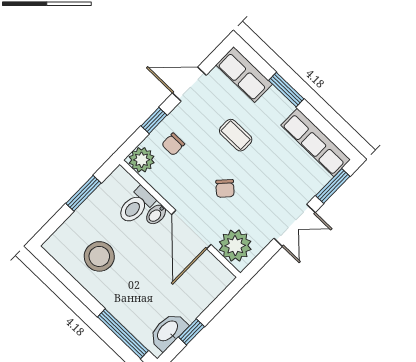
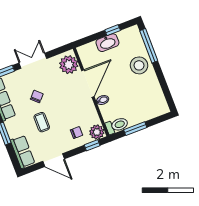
window: (154, 120) -> (92, 145), moved
chair: (225, 188) -> (37, 96), moved
toilet: (136, 206) -> (117, 125), moved
stool: (99, 256) -> (139, 65), moved
washbasin: (168, 331) -> (107, 43), moved

